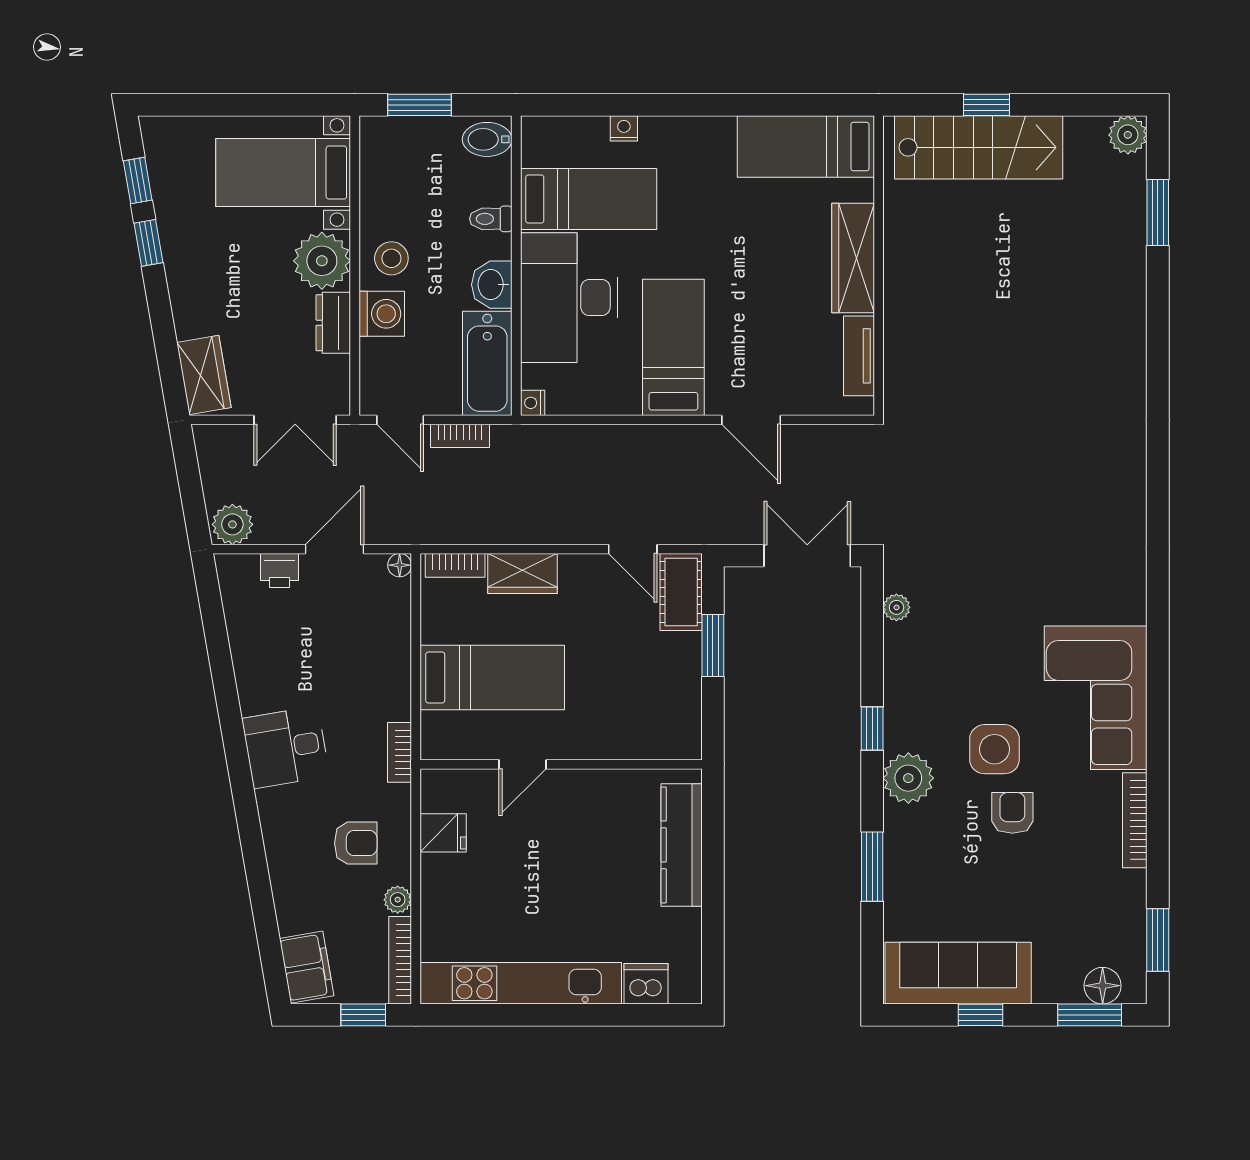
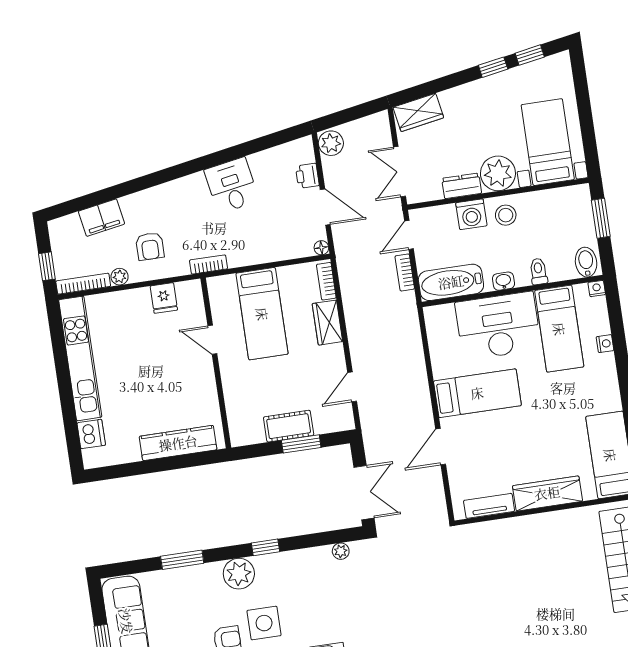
washbasin: (492, 285) -> (503, 281), width x0.72, depth x0.69
nightstand: (533, 403) -> (597, 289), moved
cot: (681, 592) -> (289, 426), moved
desk: (286, 747) -> (232, 185), moved
filing cabinet: (307, 967) -> (101, 218), moved

